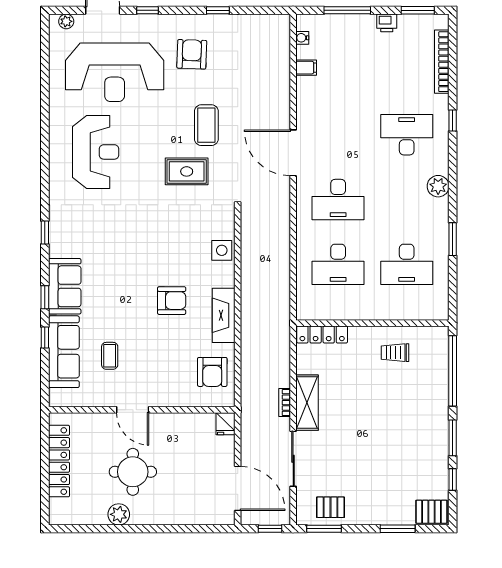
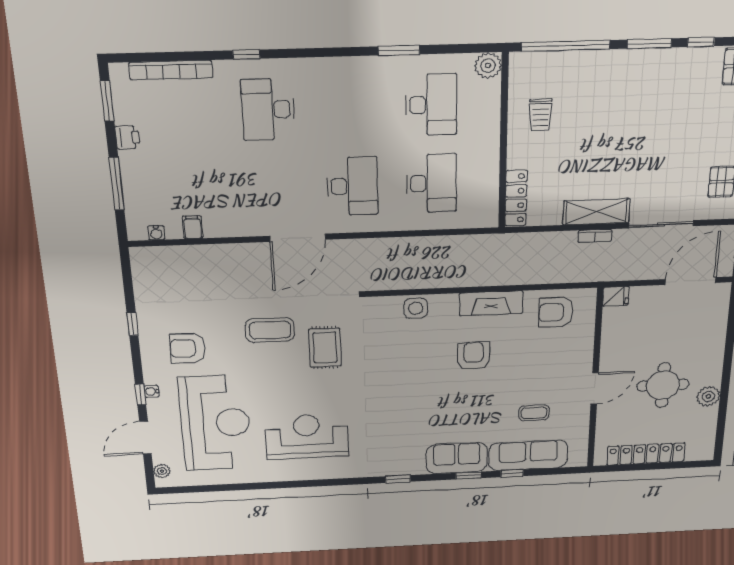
water cooler: (150, 20) -> (151, 391), added
plant: (438, 186) -> (488, 66), moved
armchair: (212, 372) -> (556, 312), turned 180

